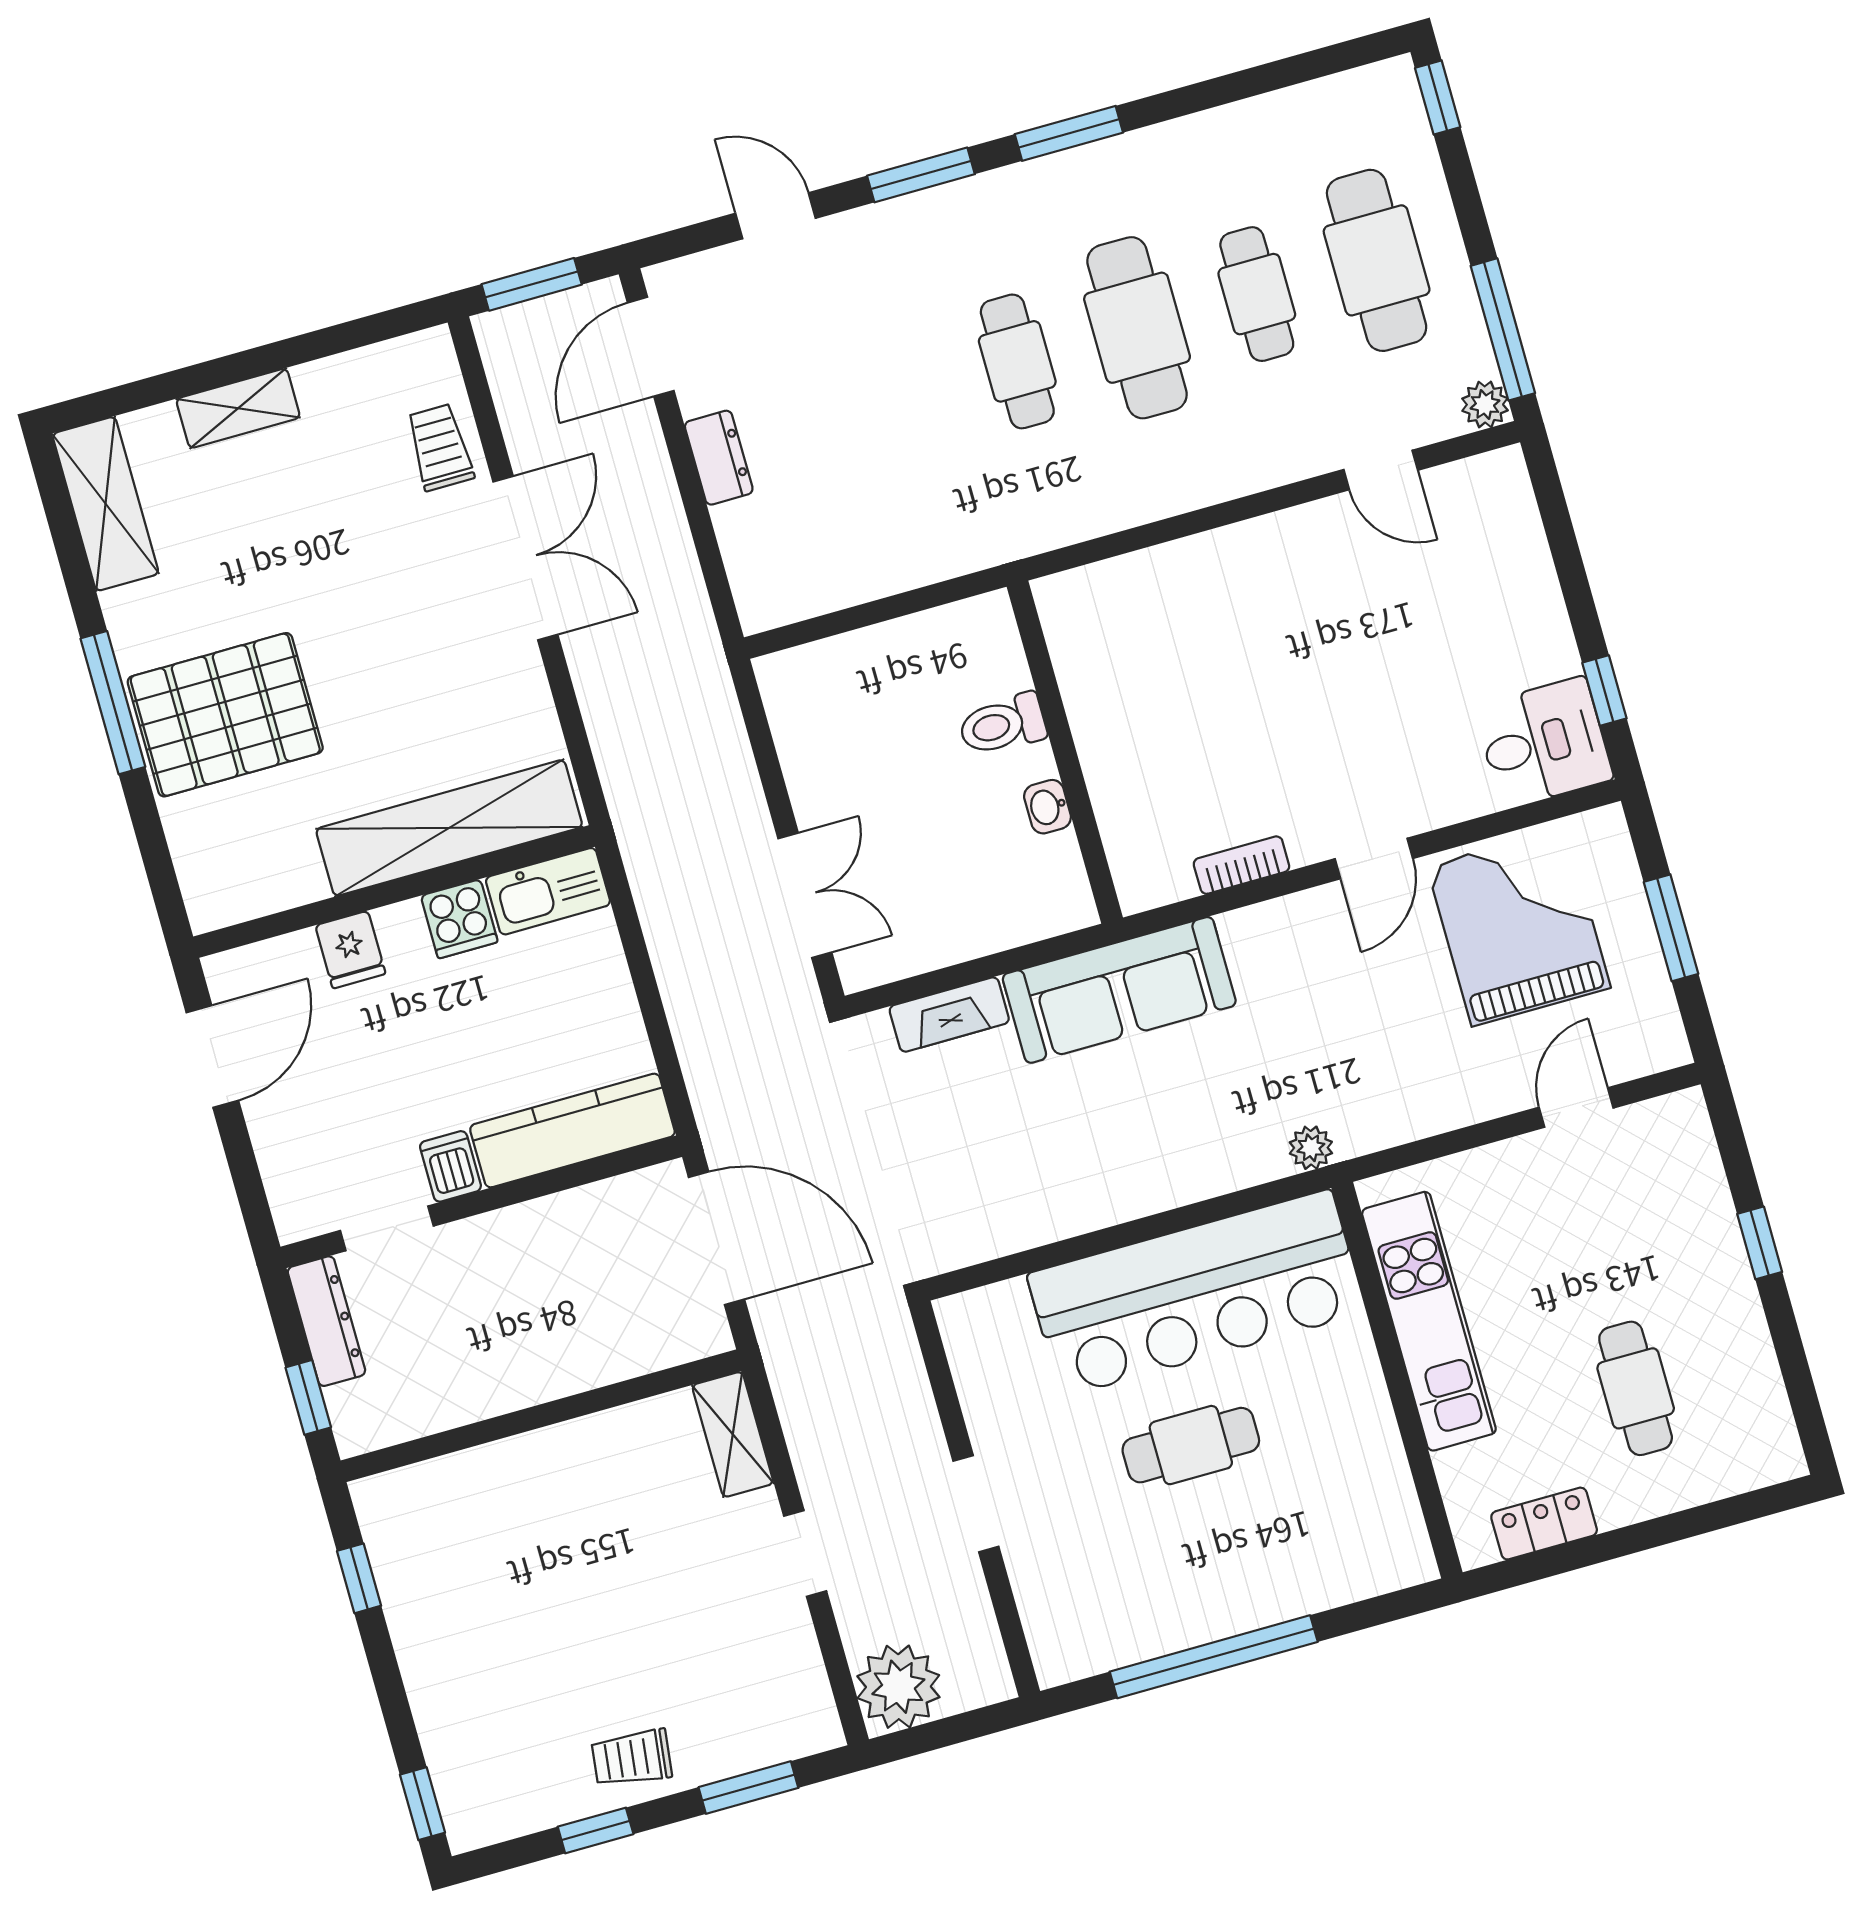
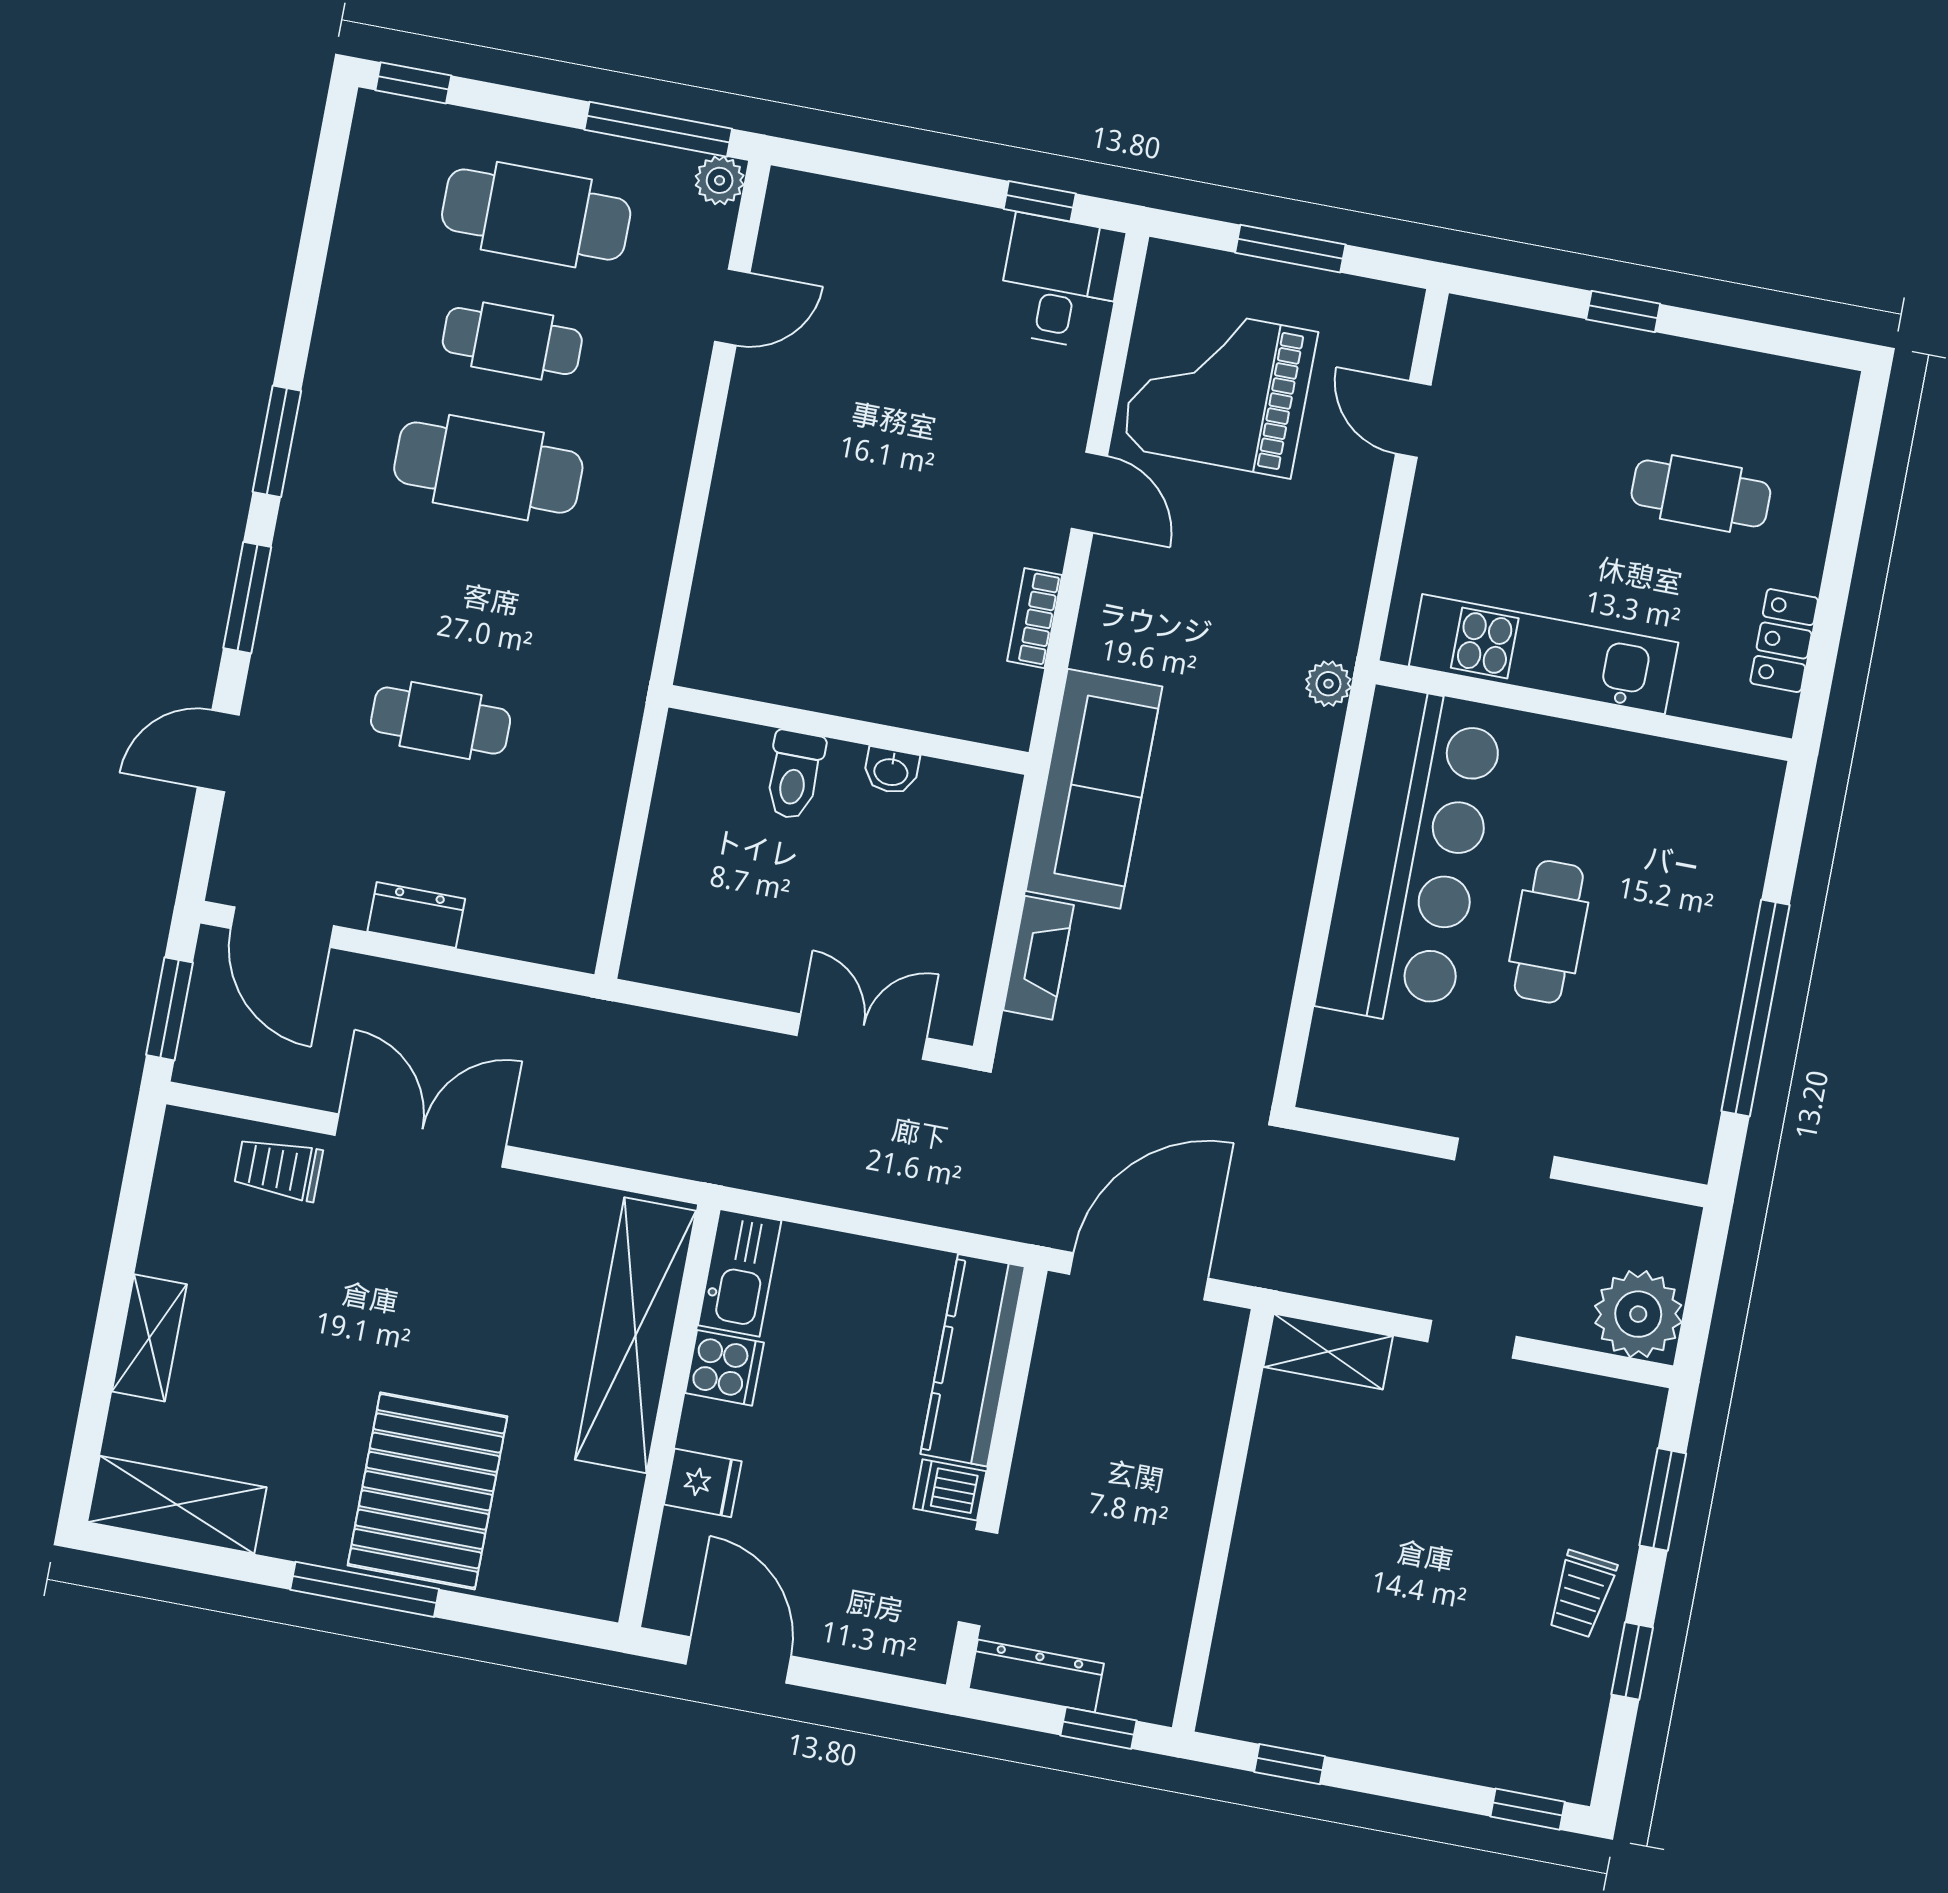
cafe table: (1017, 361) -> (441, 721), moved

